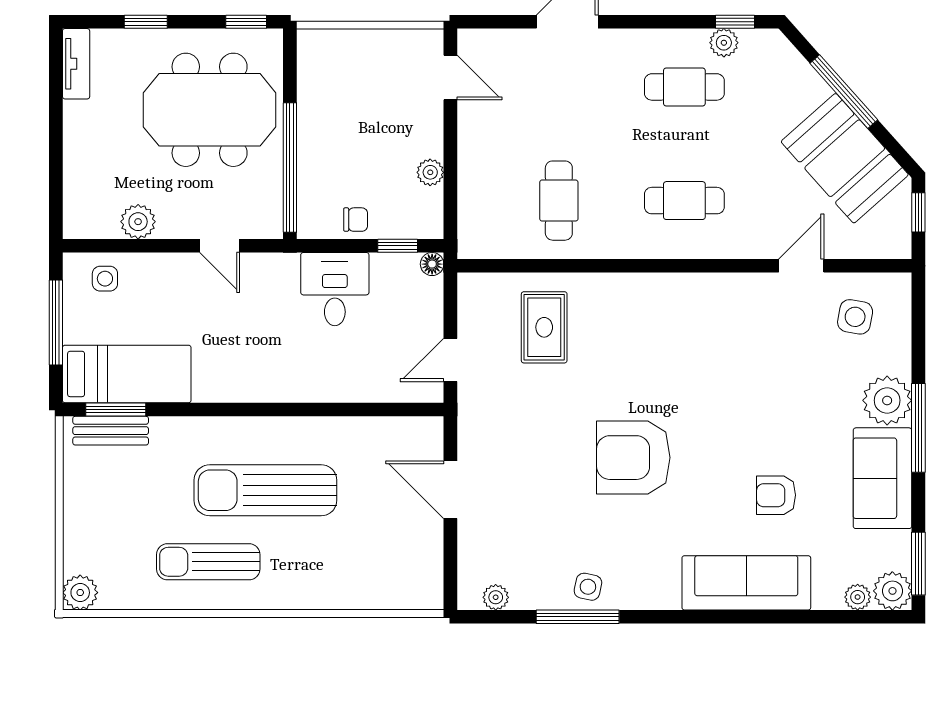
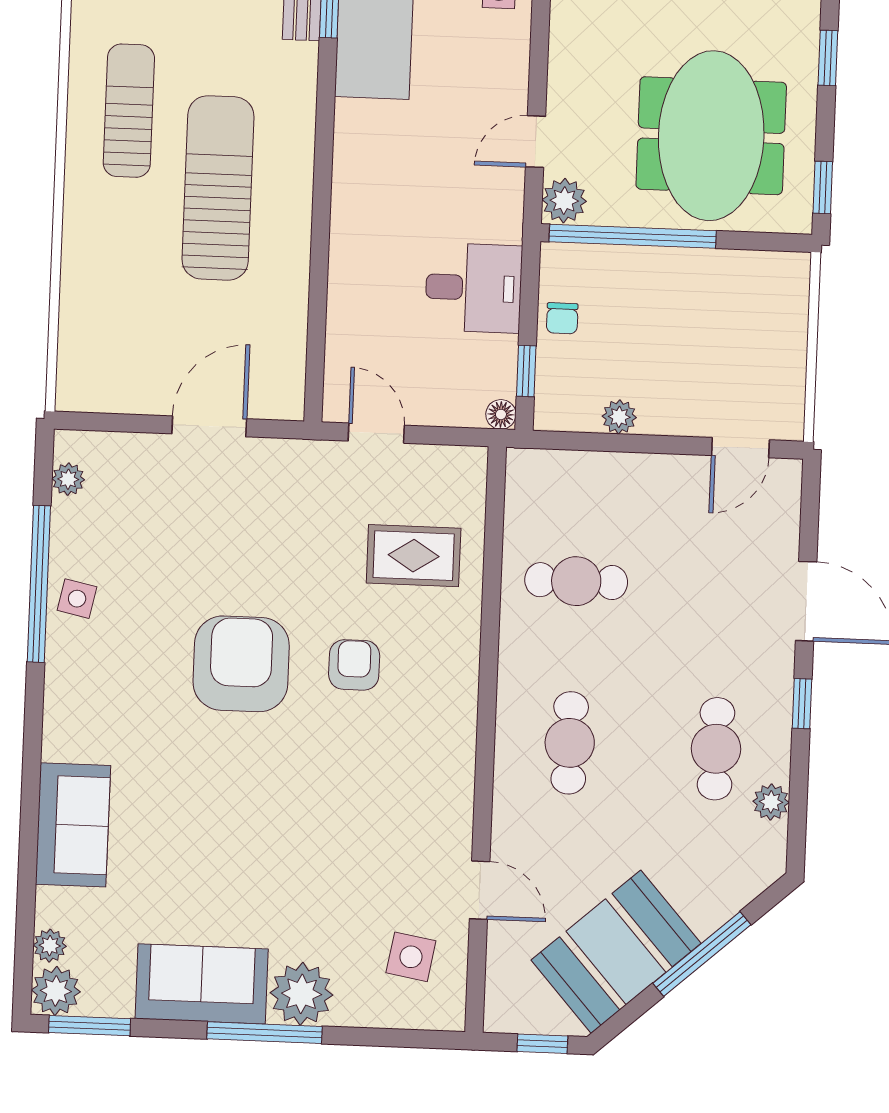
window: (735, 22) -> (802, 704), moved
plant: (138, 222) -> (564, 201), moved
armchair: (776, 495) -> (354, 665), moved
sofa: (746, 583) -> (73, 825), width x0.73
window: (578, 617) -> (39, 584), width x1.46

